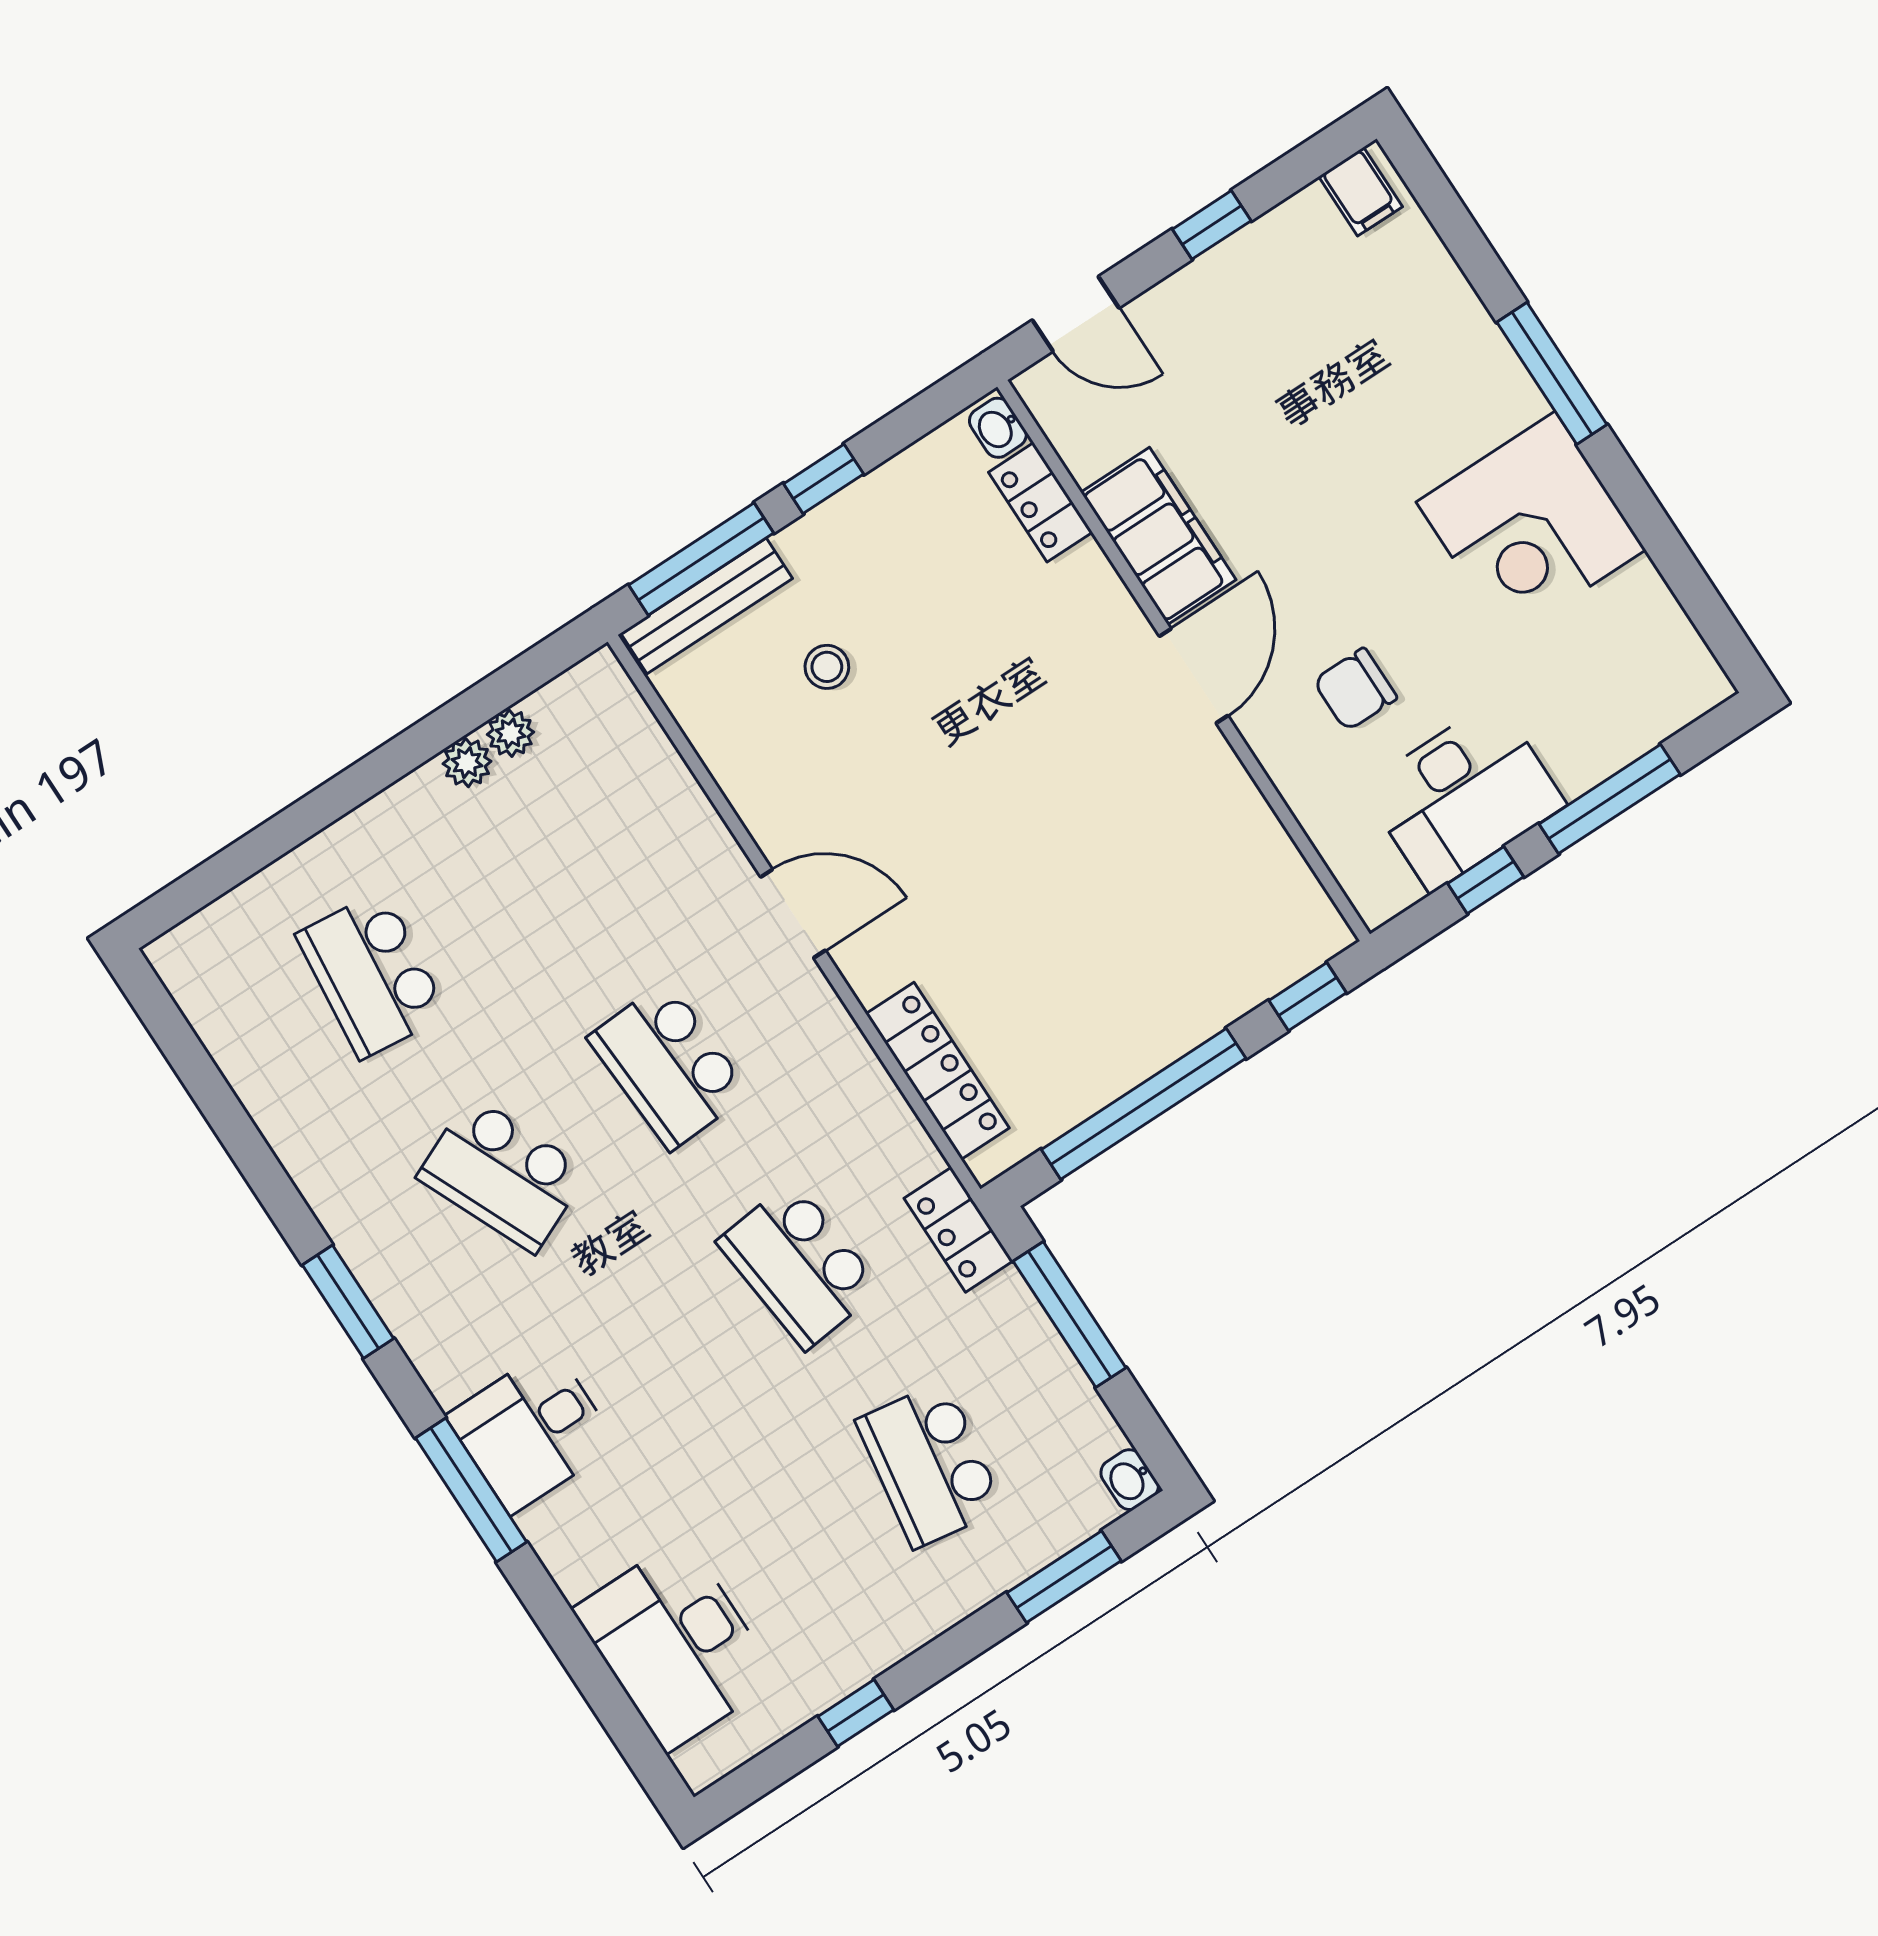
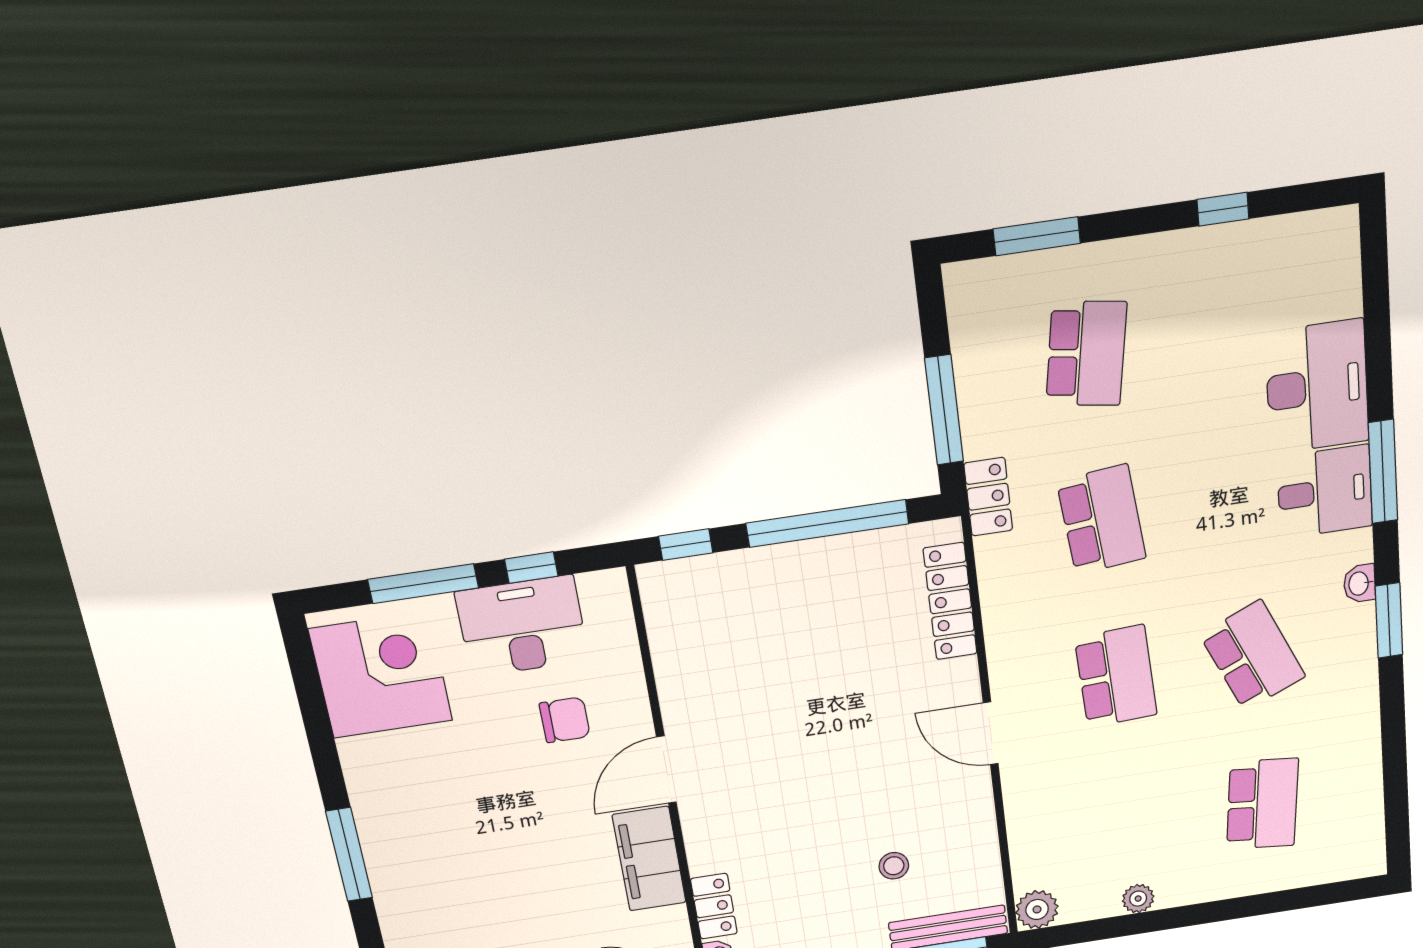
corner desk: (1531, 526) -> (381, 675), moved
plant: (510, 733) -> (1037, 909), moved, width x1.38, depth x1.38
washbasin: (1130, 1480) -> (1359, 583), moved, turned 180
desk: (676, 1644) -> (1317, 387), moved

